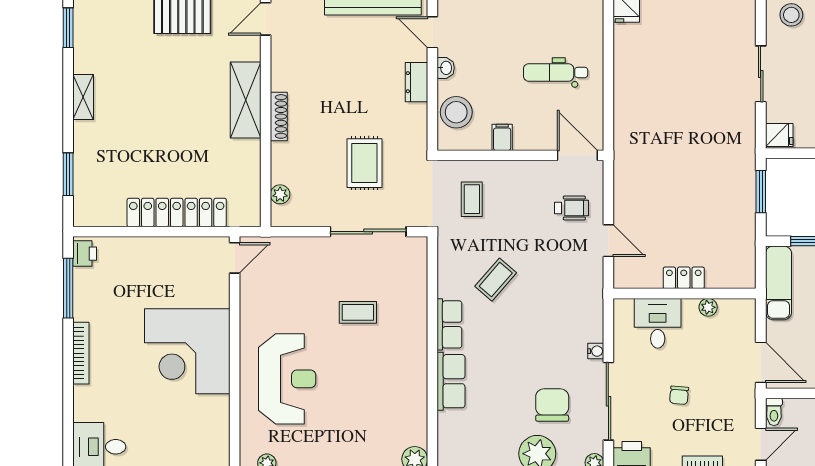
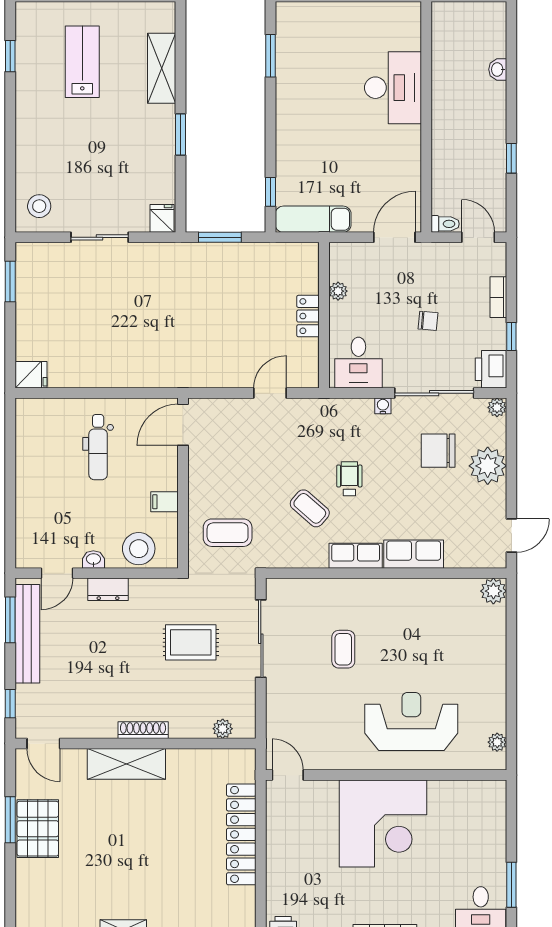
coffee table: (472, 199) -> (228, 533), width x1.36, depth x1.30
wheelchair: (572, 208) -> (349, 479), moved
desk: (658, 323) -> (358, 363), moved, turned -90

